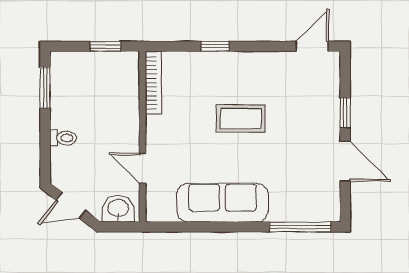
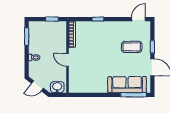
coffee table: (241, 118) -> (132, 47), moved
door: (143, 168) -> (67, 60), moved
sofa: (222, 203) -> (127, 85), moved

